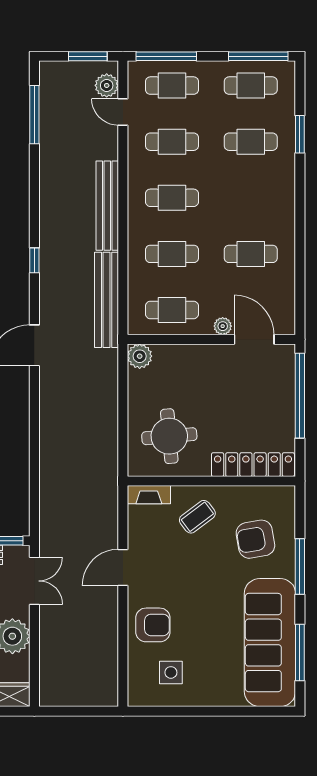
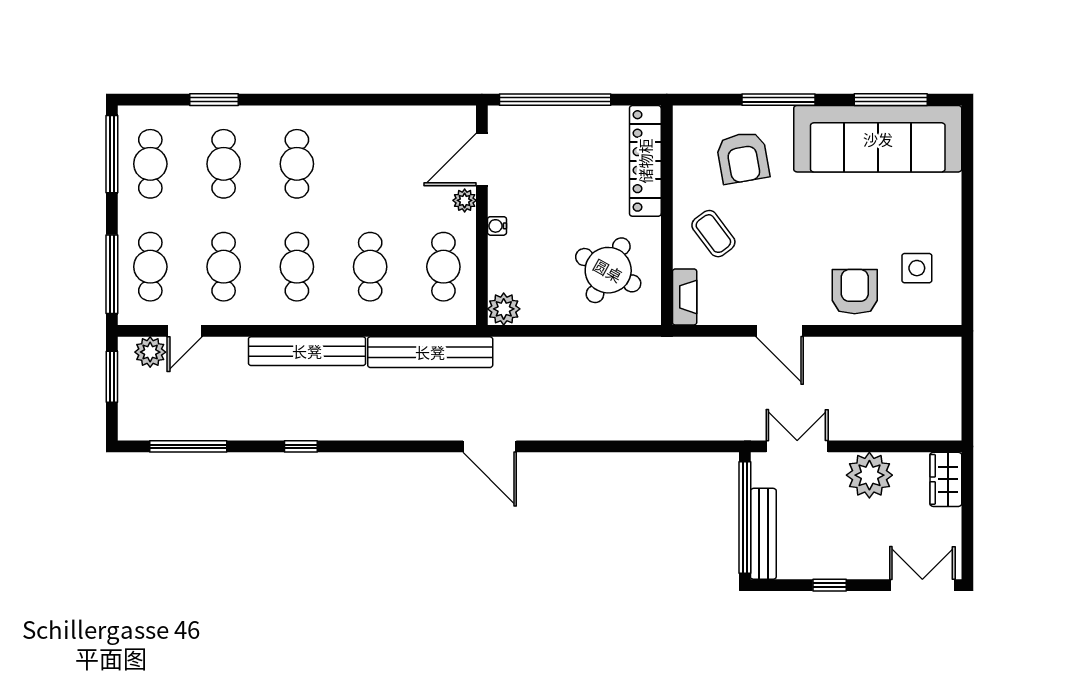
cafe table: (251, 254) -> (297, 164), moved
window: (34, 260) -> (301, 446), moved
water cooler: (203, 351) -> (497, 226), added
round table: (169, 436) -> (608, 270), turned 34

